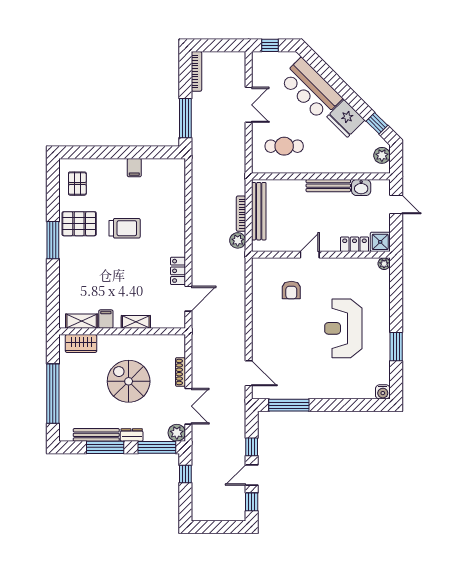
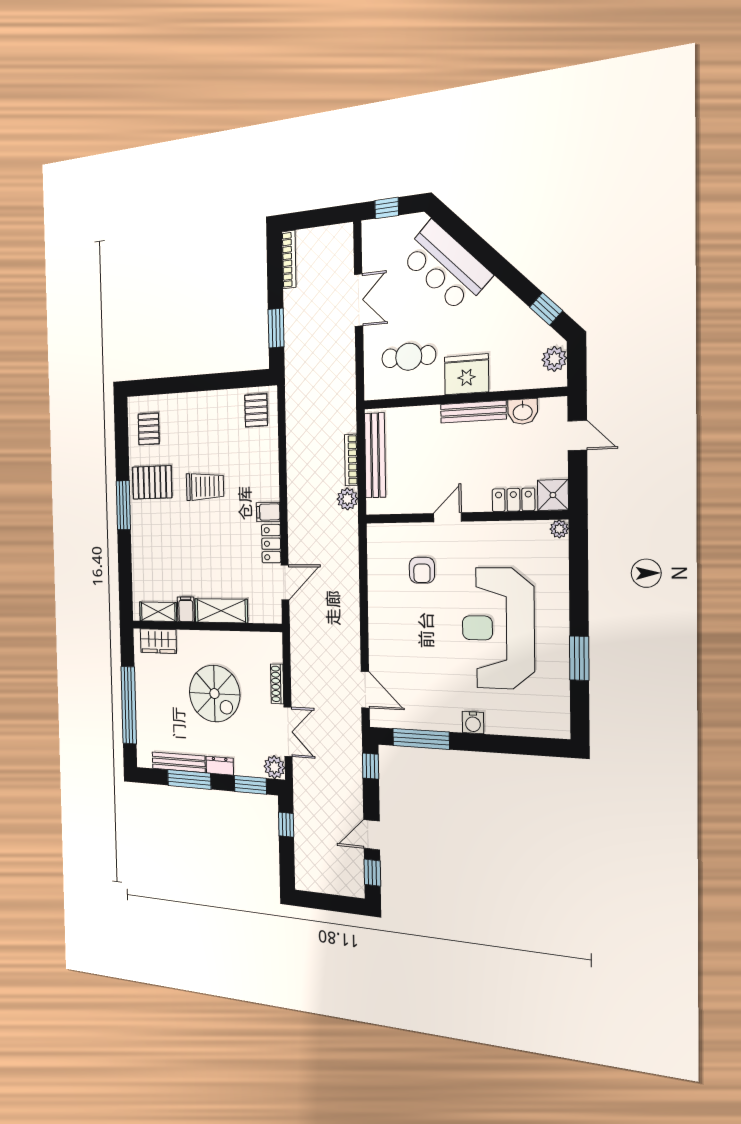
window: (185, 118) -> (276, 328), width x0.69
fridge: (346, 118) -> (466, 374), moved, turned 135
filing cabinet: (134, 168) -> (268, 512), moved, turned 90
pallet: (168, 175) -> (256, 410), added
shelving: (136, 322) -> (221, 611), width x1.50, depth x1.33
reception desk: (343, 328) -> (498, 628), width x1.36, depth x1.30
spiral stairs: (129, 381) -> (214, 694), turned 180
water cooler: (383, 392) -> (473, 723), moved
window: (157, 447) -> (250, 785), width x0.69
window: (252, 447) -> (371, 766), moved

